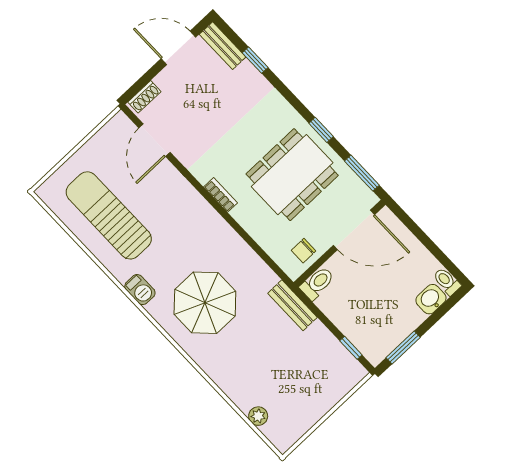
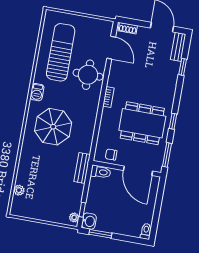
door: (154, 140) -> (111, 48), swing flipped
round table: (168, 200) -> (88, 75), added
washbasin: (431, 299) -> (89, 221), moved, turned 90
plant: (353, 367) -> (74, 217), added

